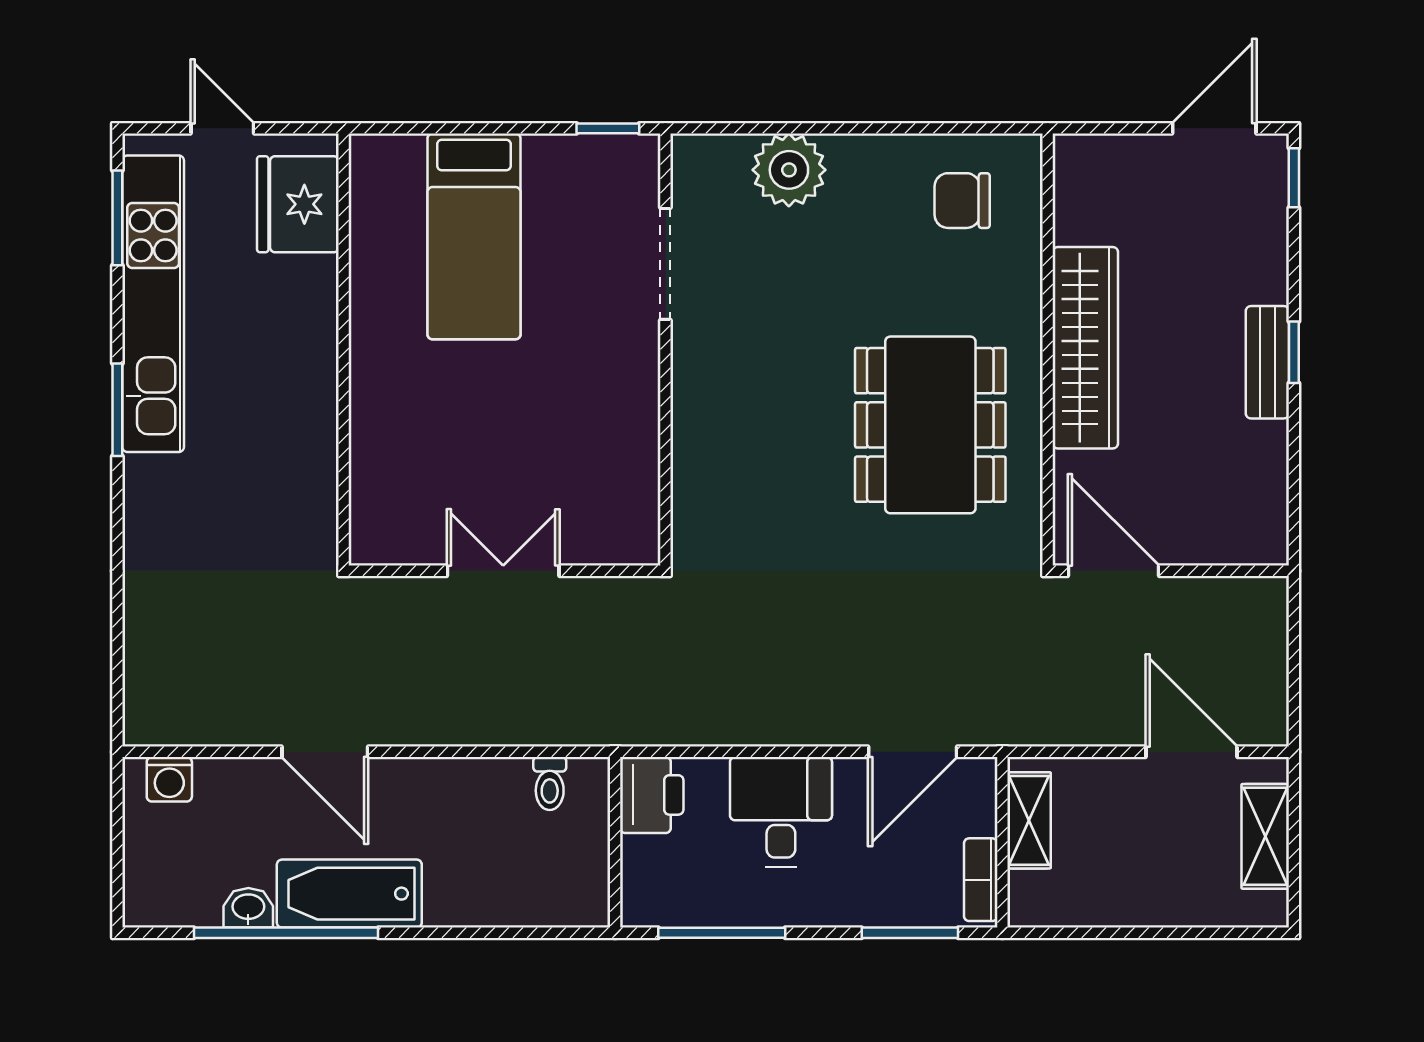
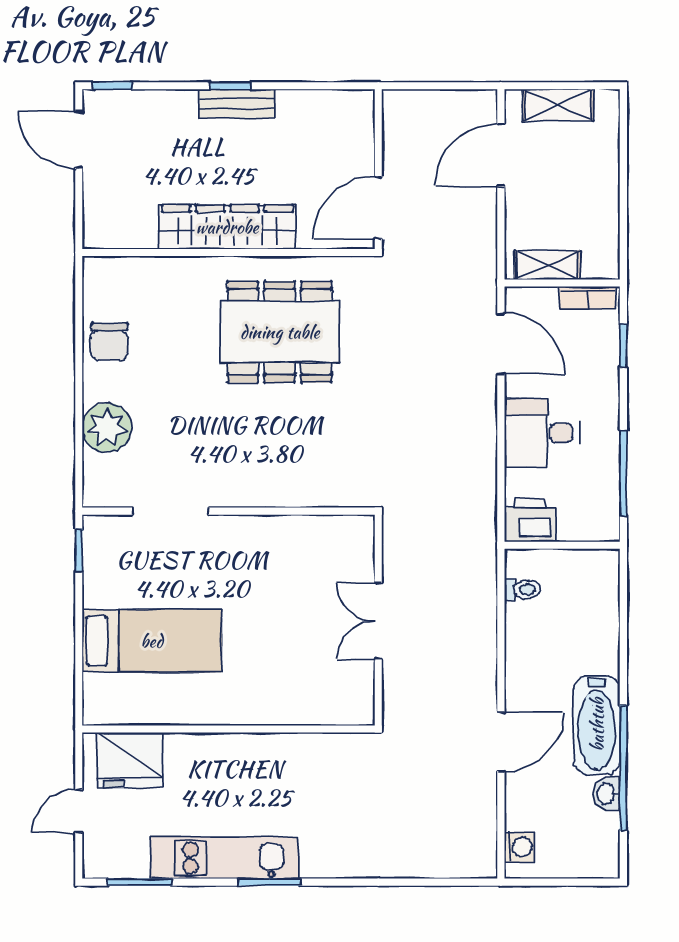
chair: (962, 201) -> (109, 342), moved
kitchen unit: (153, 304) -> (224, 858), width x0.73
window: (910, 933) -> (623, 346), width x0.67

